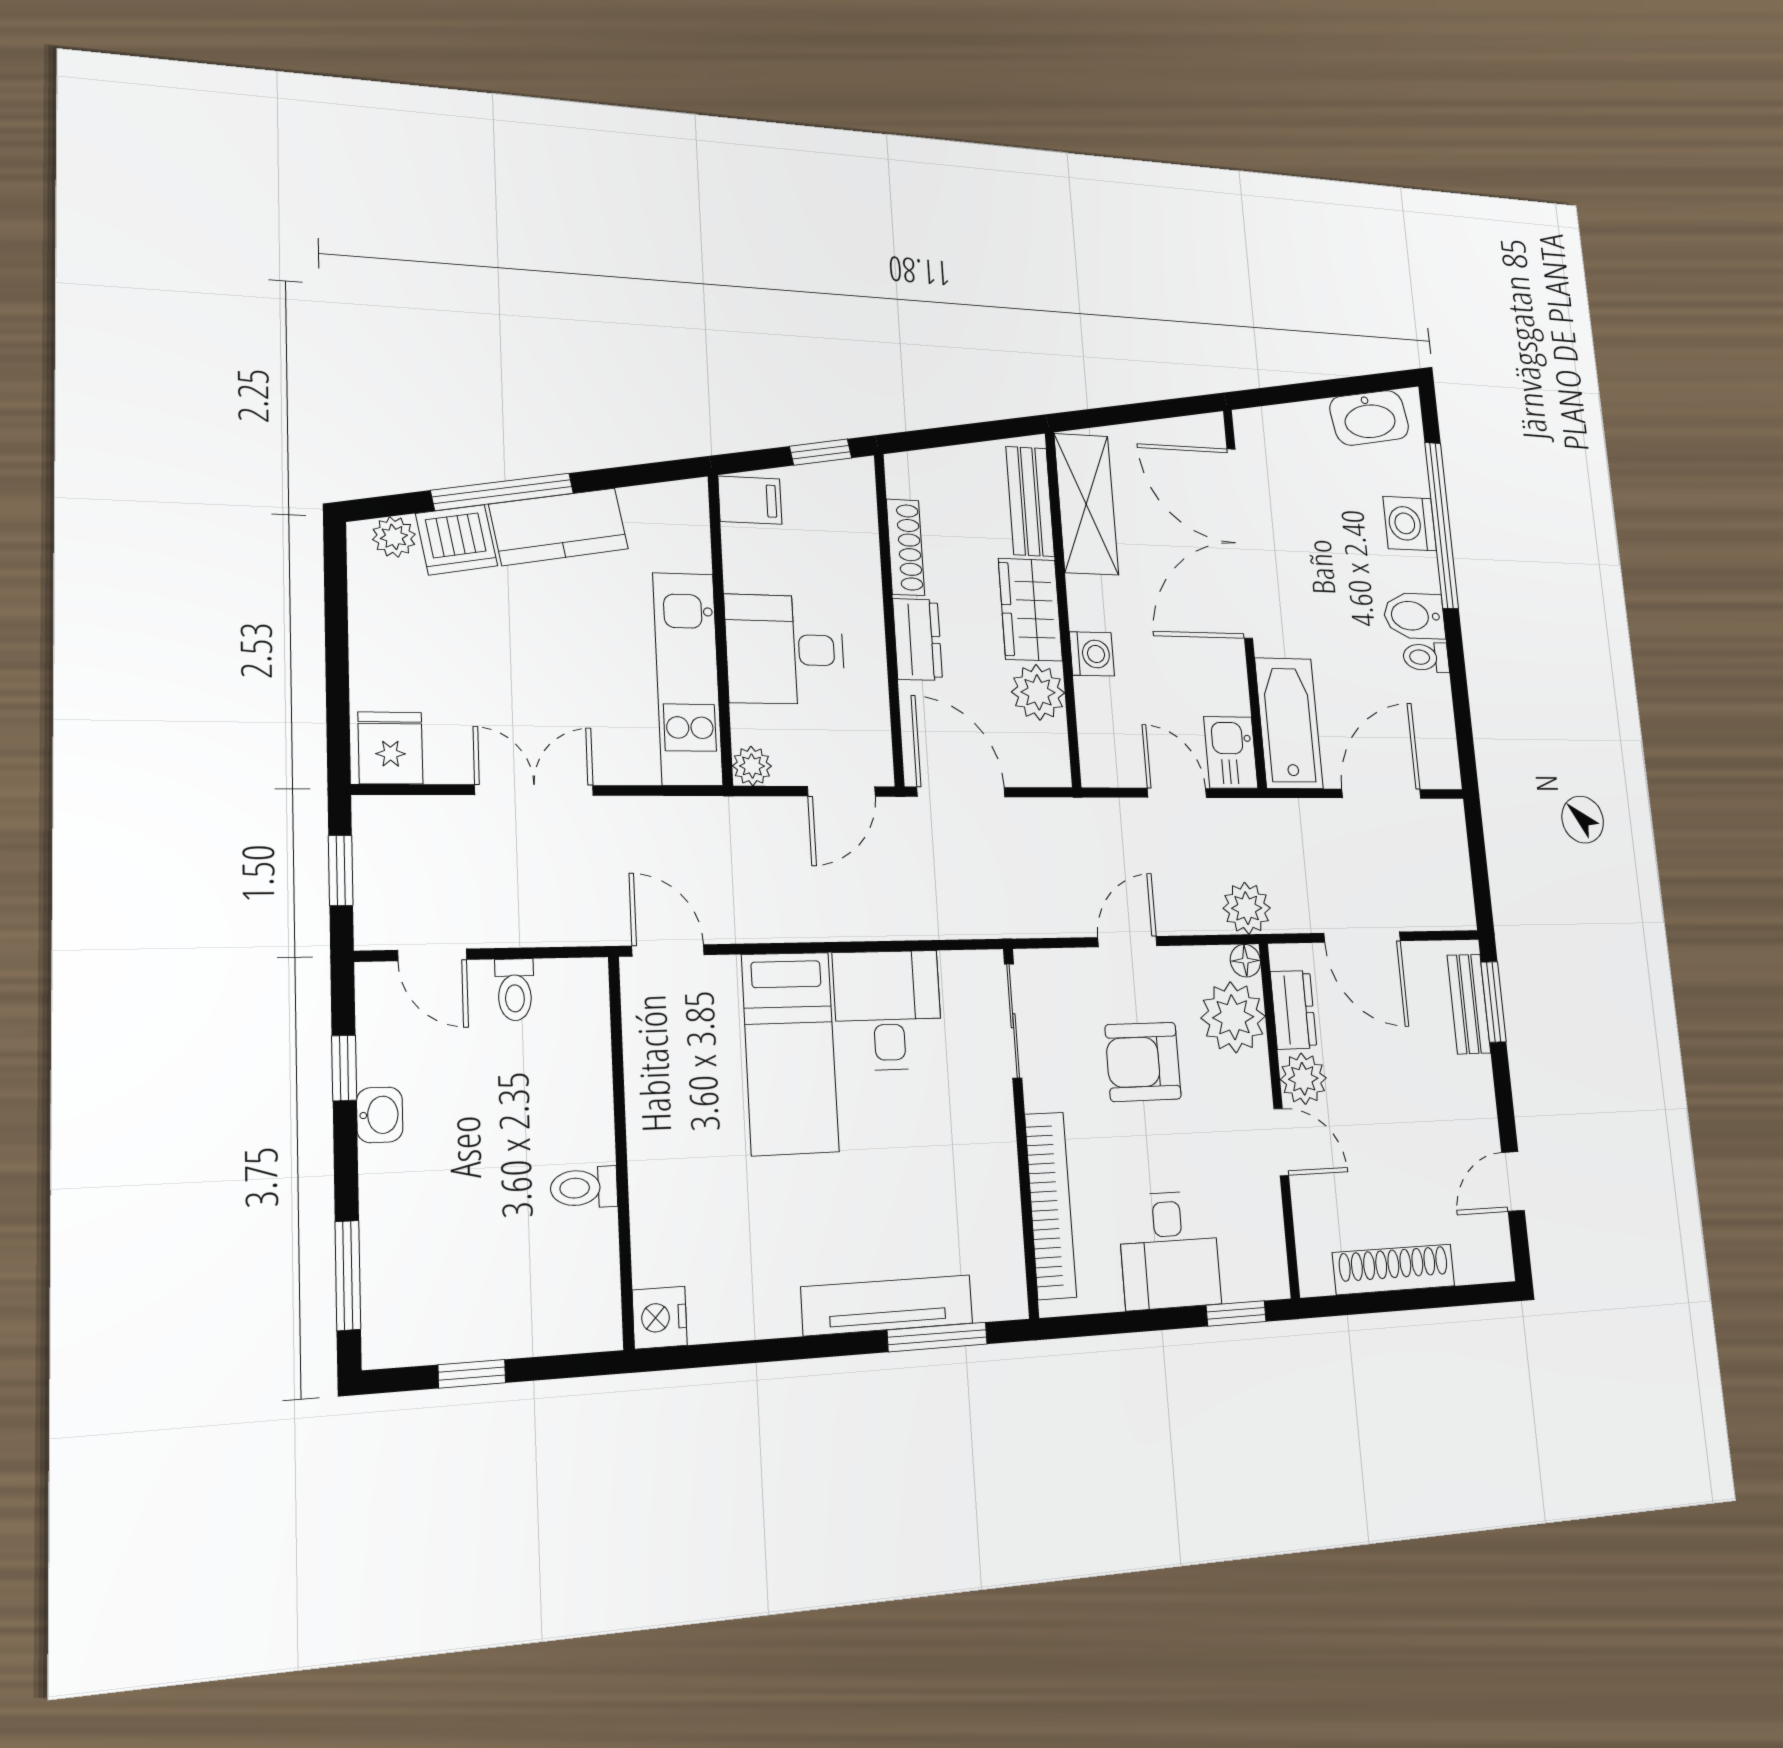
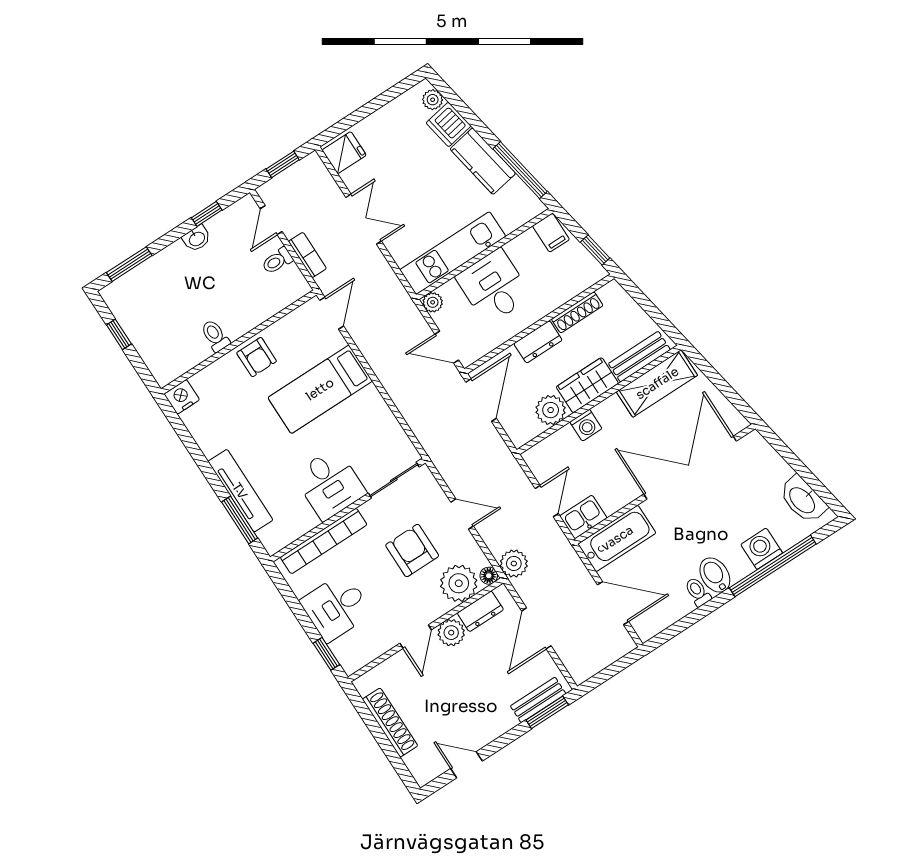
window: (503, 492) -> (520, 170), moved
bookcase: (538, 929) -> (307, 255), added
desk: (888, 1010) -> (330, 484), moved, turned 90
armchair: (668, 1133) -> (257, 357), added

